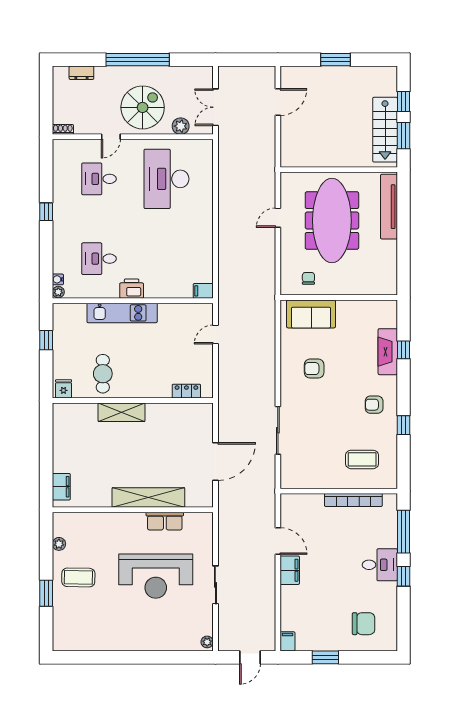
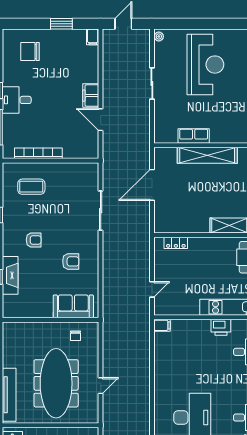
armchair: (374, 405) -> (34, 240), moved
reception desk: (156, 576) -> (205, 65), moved, turned 90

